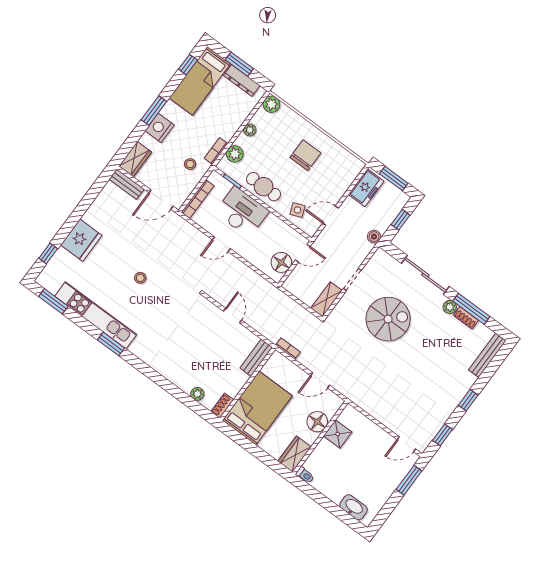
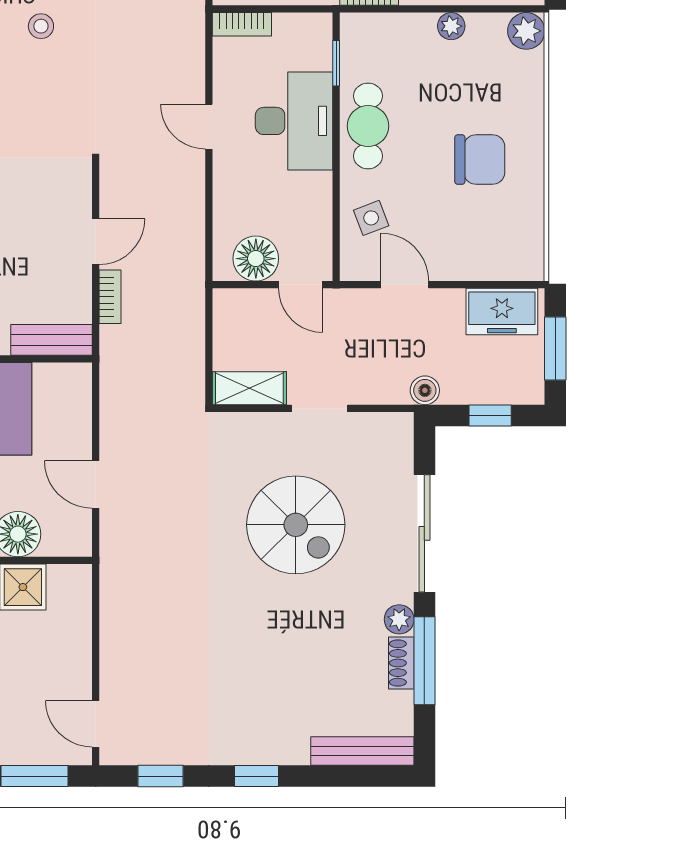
plant: (235, 154) -> (388, 31), removed
bookcase: (198, 199) -> (242, 24), width x0.64
bookcase: (288, 349) -> (110, 297), moved

